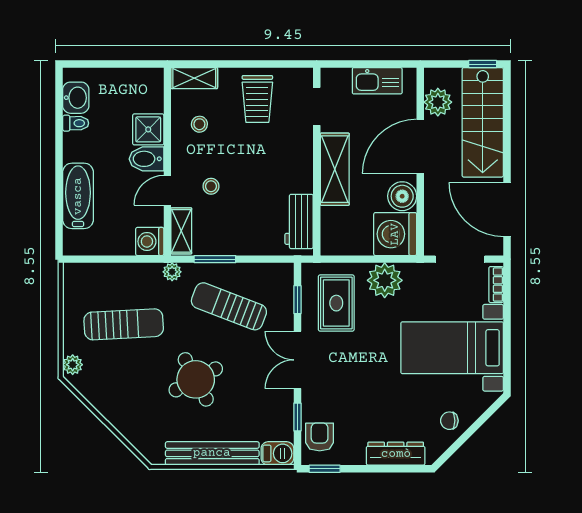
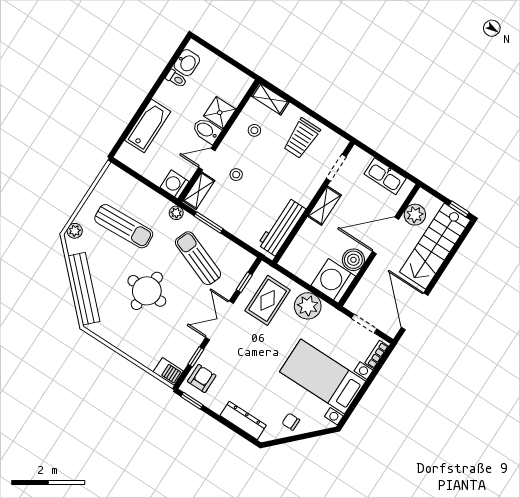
shelving: (335, 169) -> (324, 206), width x0.67, depth x0.75
workbench: (299, 221) -> (282, 227), width x1.38
doorway: (460, 259) -> (364, 324), width x0.73
round table: (196, 379) -> (147, 291), turned 32
bench: (212, 453) -> (84, 289), moved, turned 45

